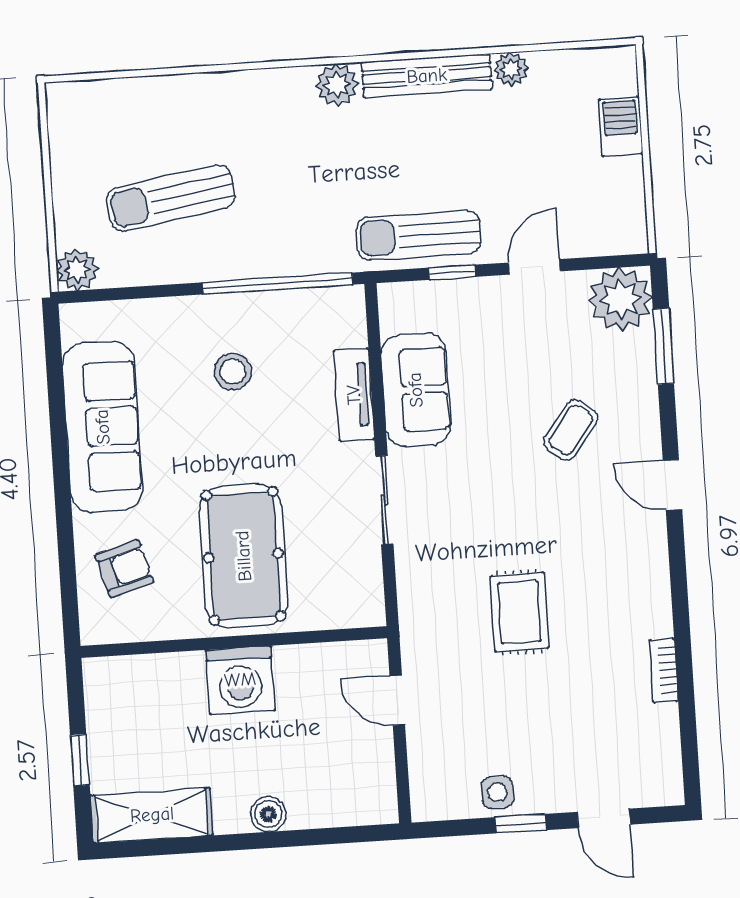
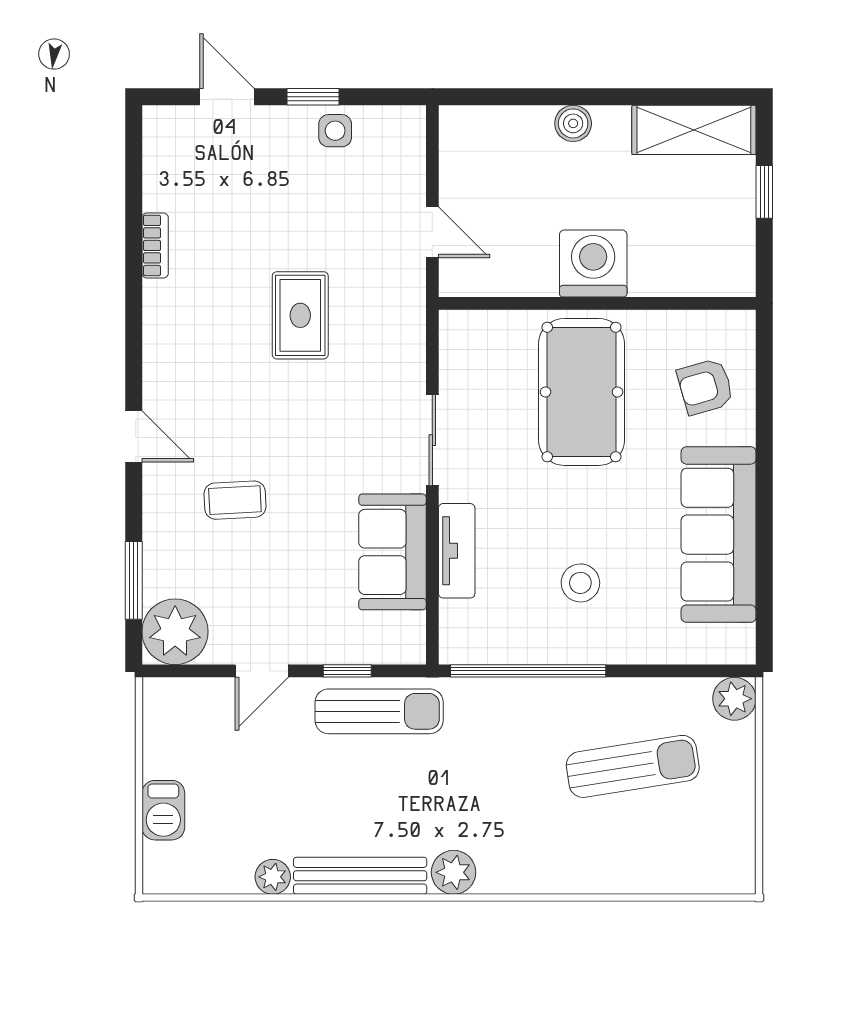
coffee table: (571, 430) -> (235, 500), turned 50

